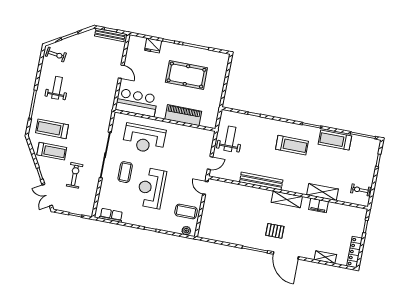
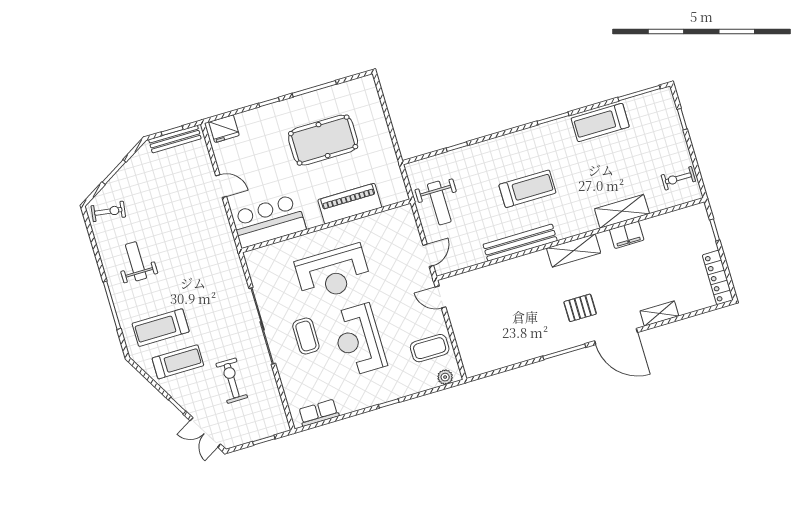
fridge: (153, 46) -> (224, 129), moved
reception desk: (144, 139) -> (333, 273), moved
weight bench: (230, 139) -> (439, 203), turned 180
treadmill: (292, 145) -> (527, 189), moved
shelving: (325, 257) -> (659, 314), moved

